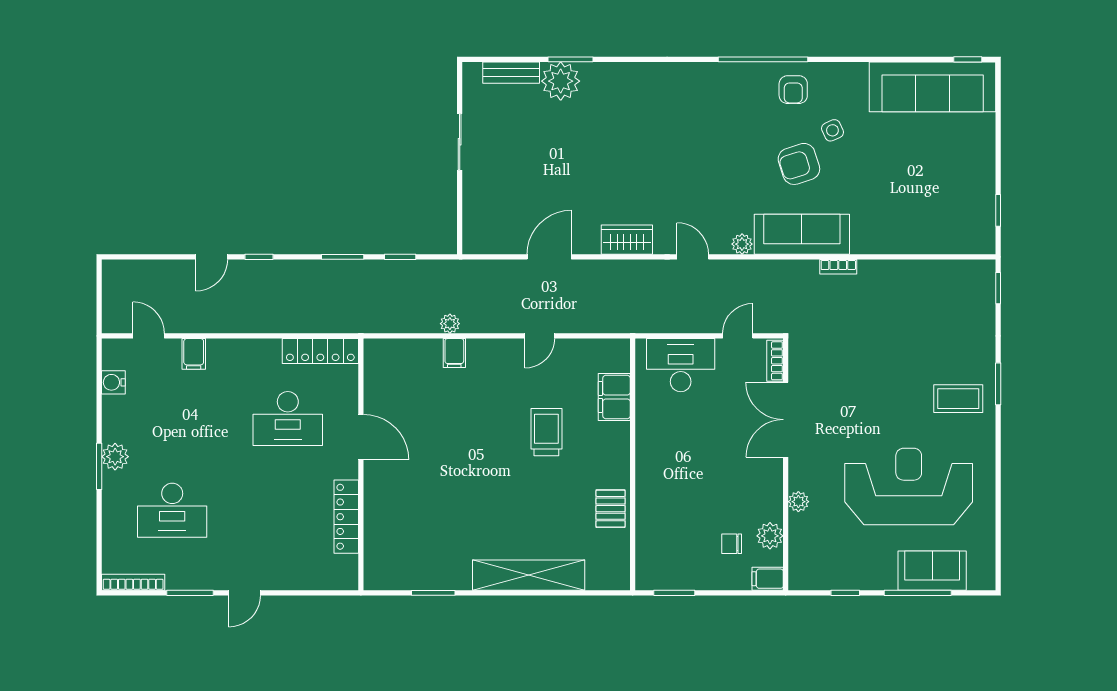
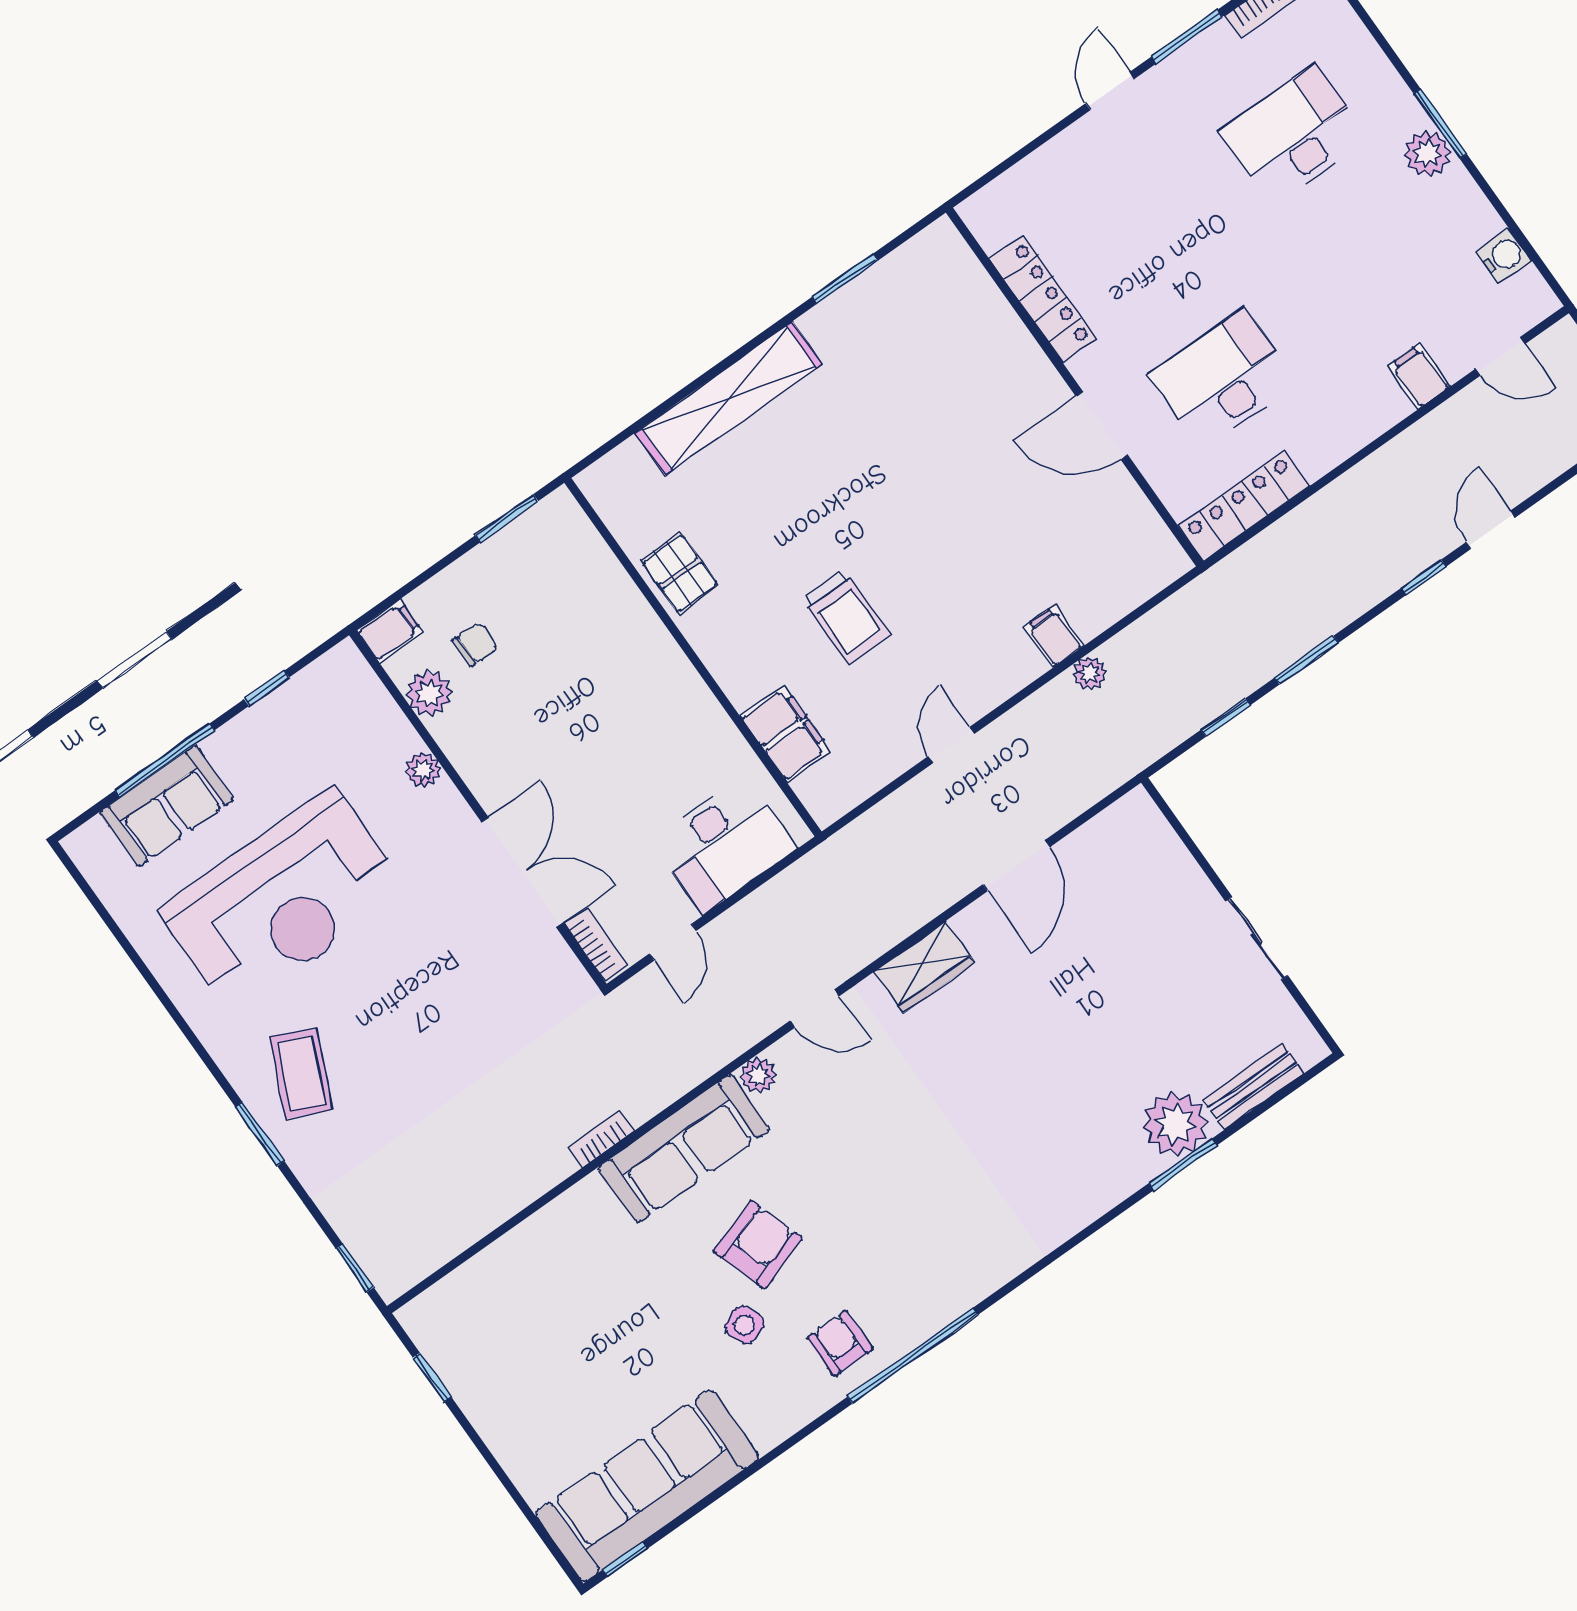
coffee table: (958, 399) -> (301, 1073), turned -66

